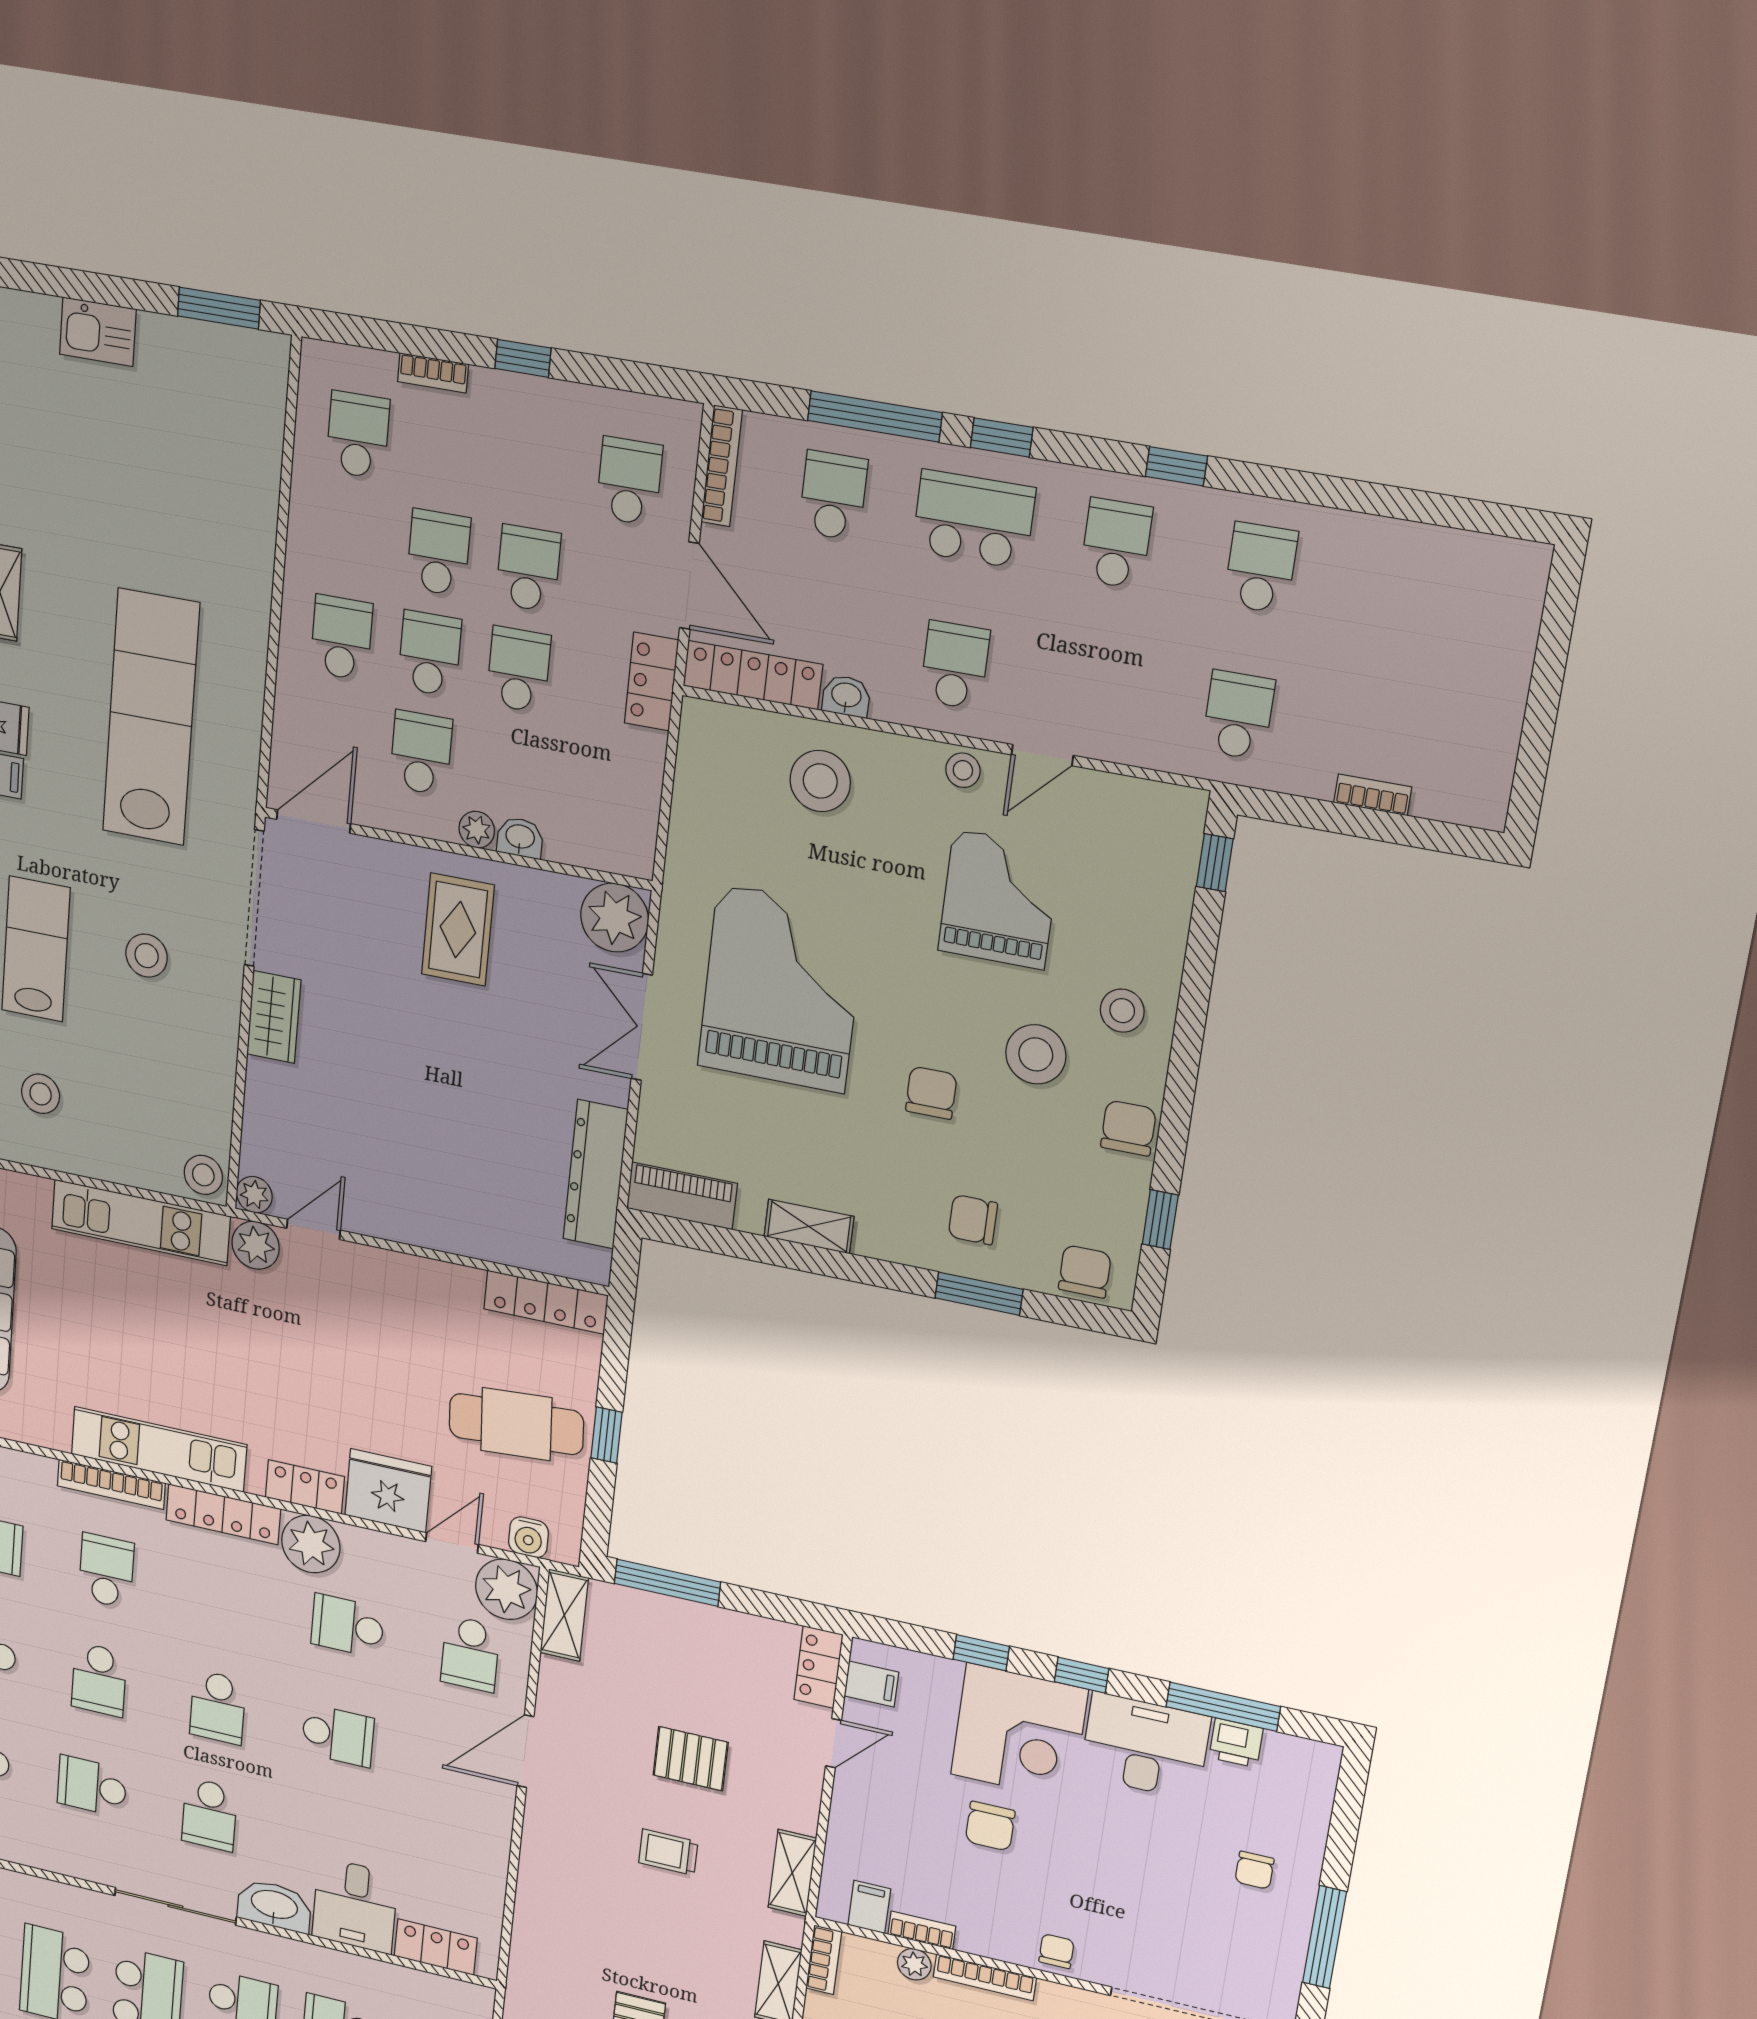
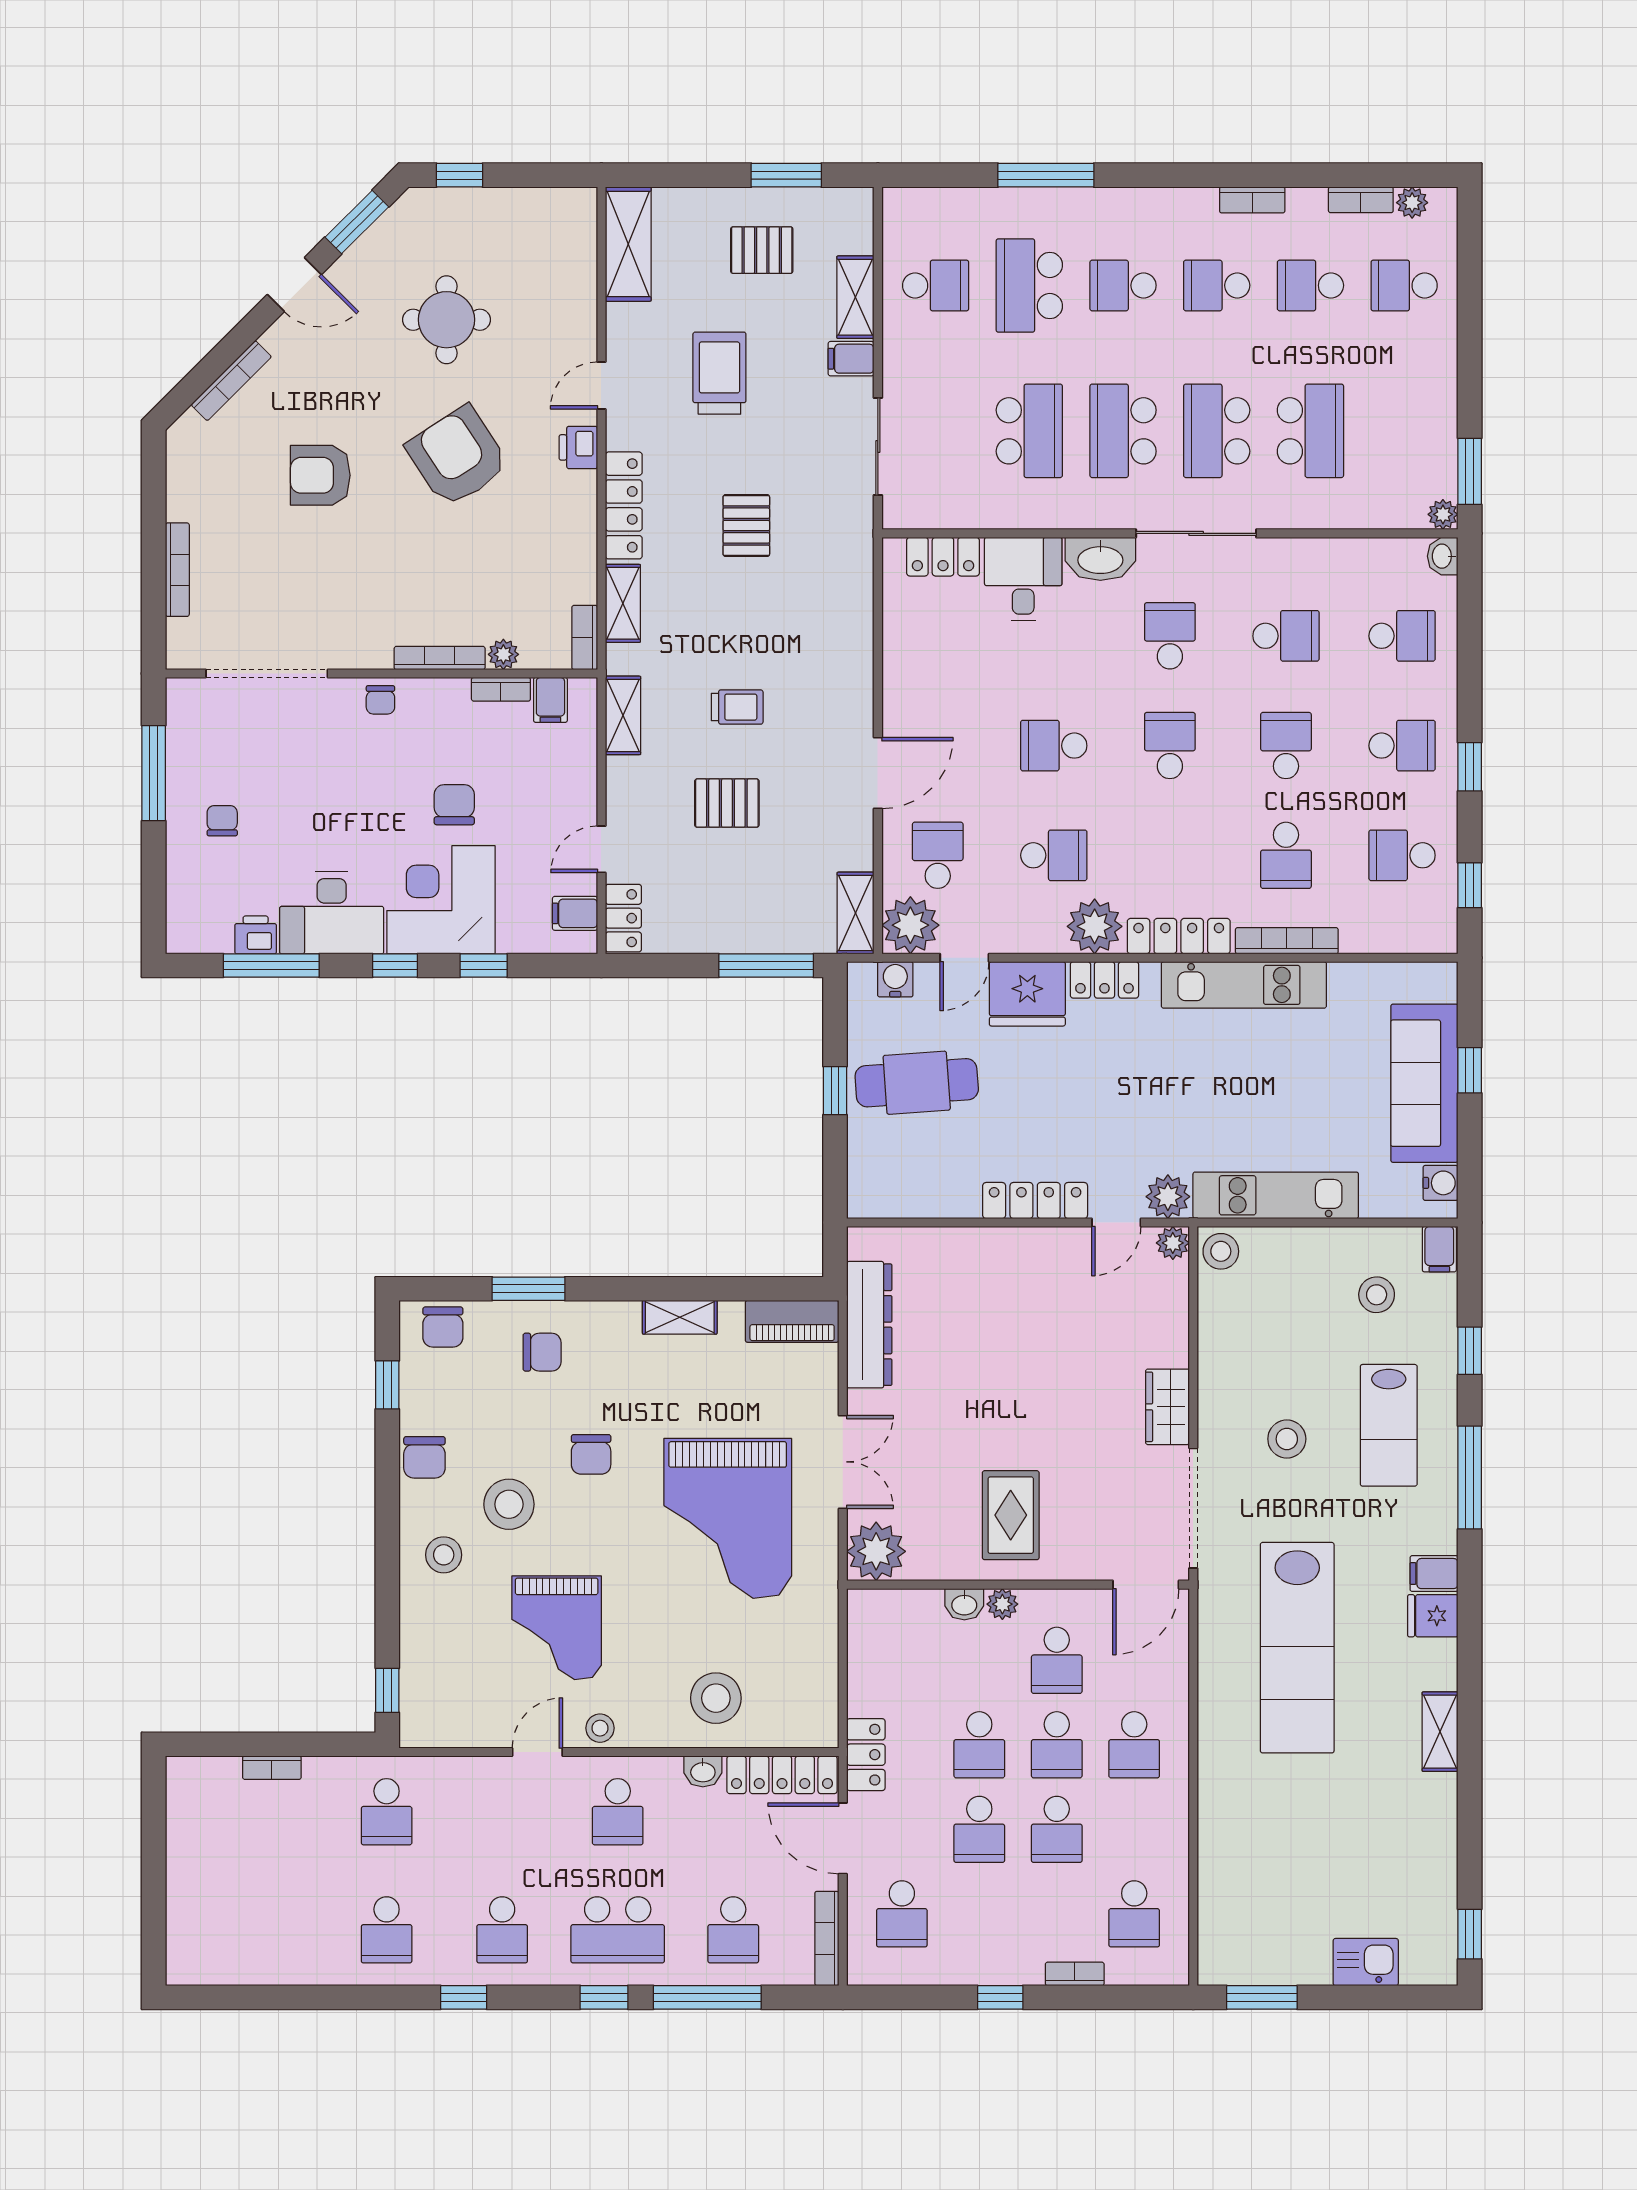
locker: (546, 1302) -> (1035, 1201), moved

